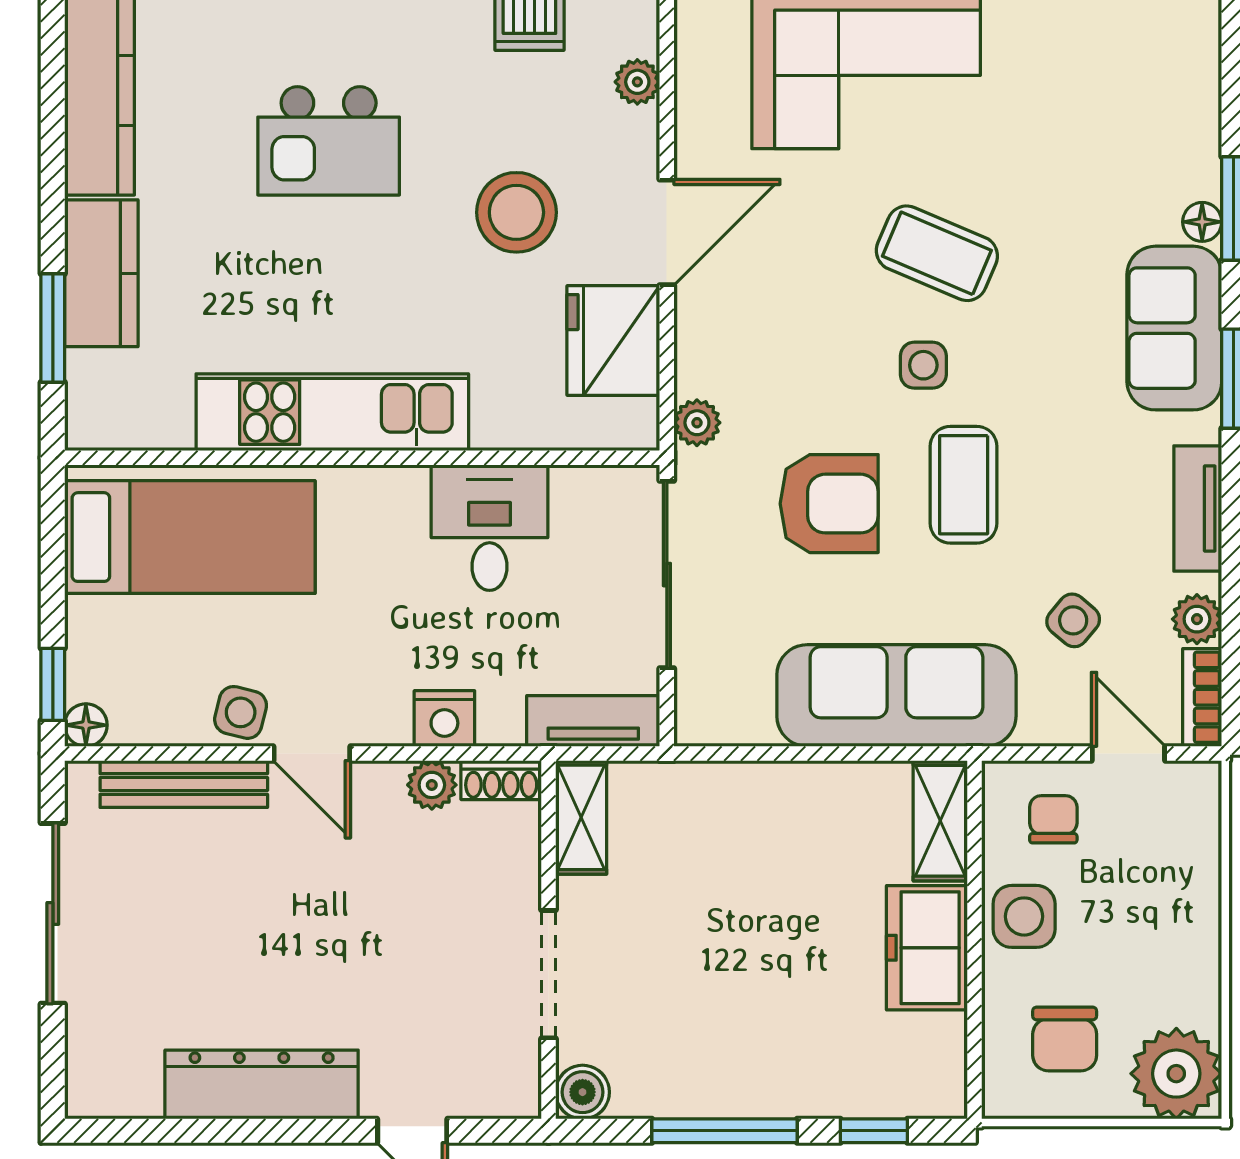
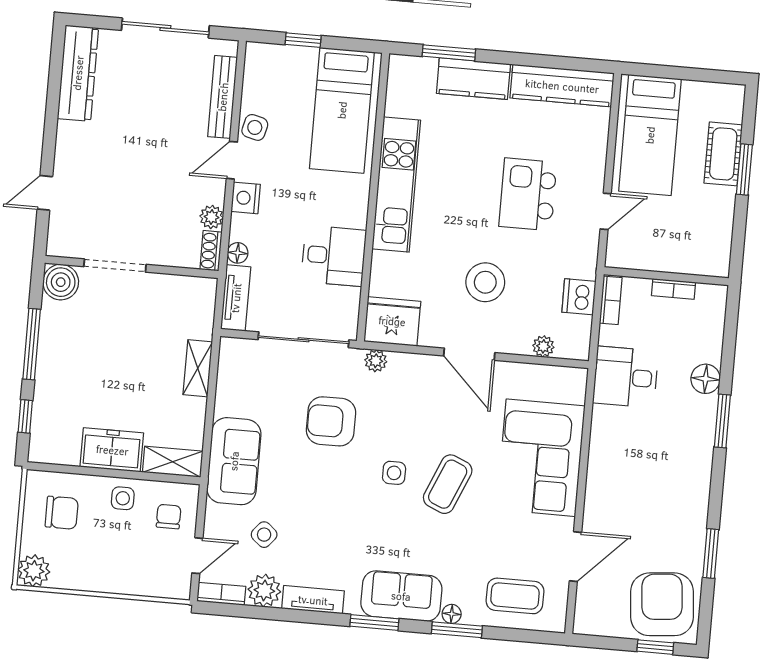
fridge: (613, 341) -> (392, 321), moved
coffee table: (964, 485) -> (515, 596), moved
armchair: (829, 504) -> (331, 421), turned 90
plant: (1197, 619) -> (264, 591), width x1.38, depth x1.38
window: (53, 684) -> (303, 40), moved
sofa: (896, 695) -> (234, 461), width x0.73
nightstand: (444, 719) -> (246, 198), moved
floor lamp: (86, 725) -> (238, 253), moved
shelving: (581, 817) -> (198, 368), moved, turned 90
chair: (1053, 819) -> (169, 517), turned -90
side table: (1024, 916) -> (123, 498), width x0.73, depth x0.73
chair: (1065, 1039) -> (62, 513), turned 180
plant: (1176, 1074) -> (34, 571), width x0.73, depth x0.73
dresser: (262, 1085) -> (78, 73), moved
boiler: (583, 1092) -> (61, 282), width x1.36, depth x1.36

